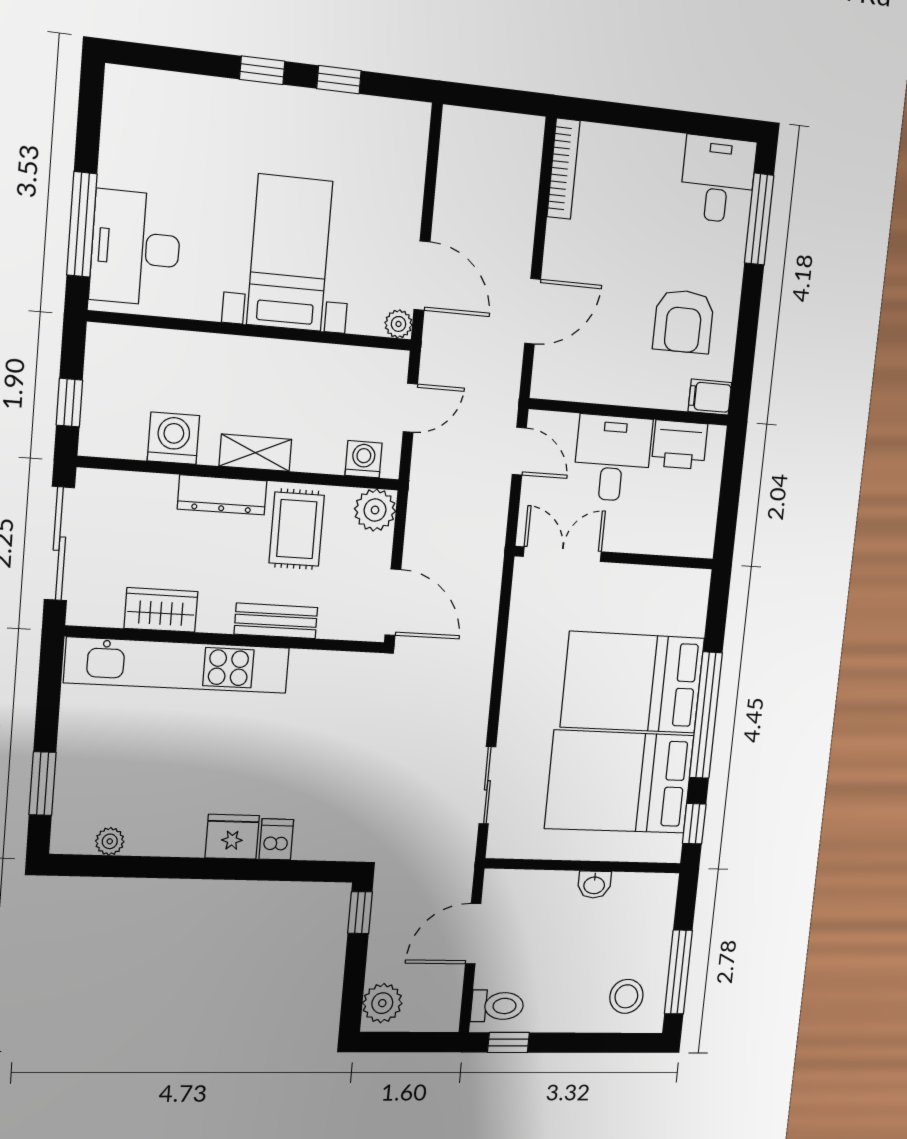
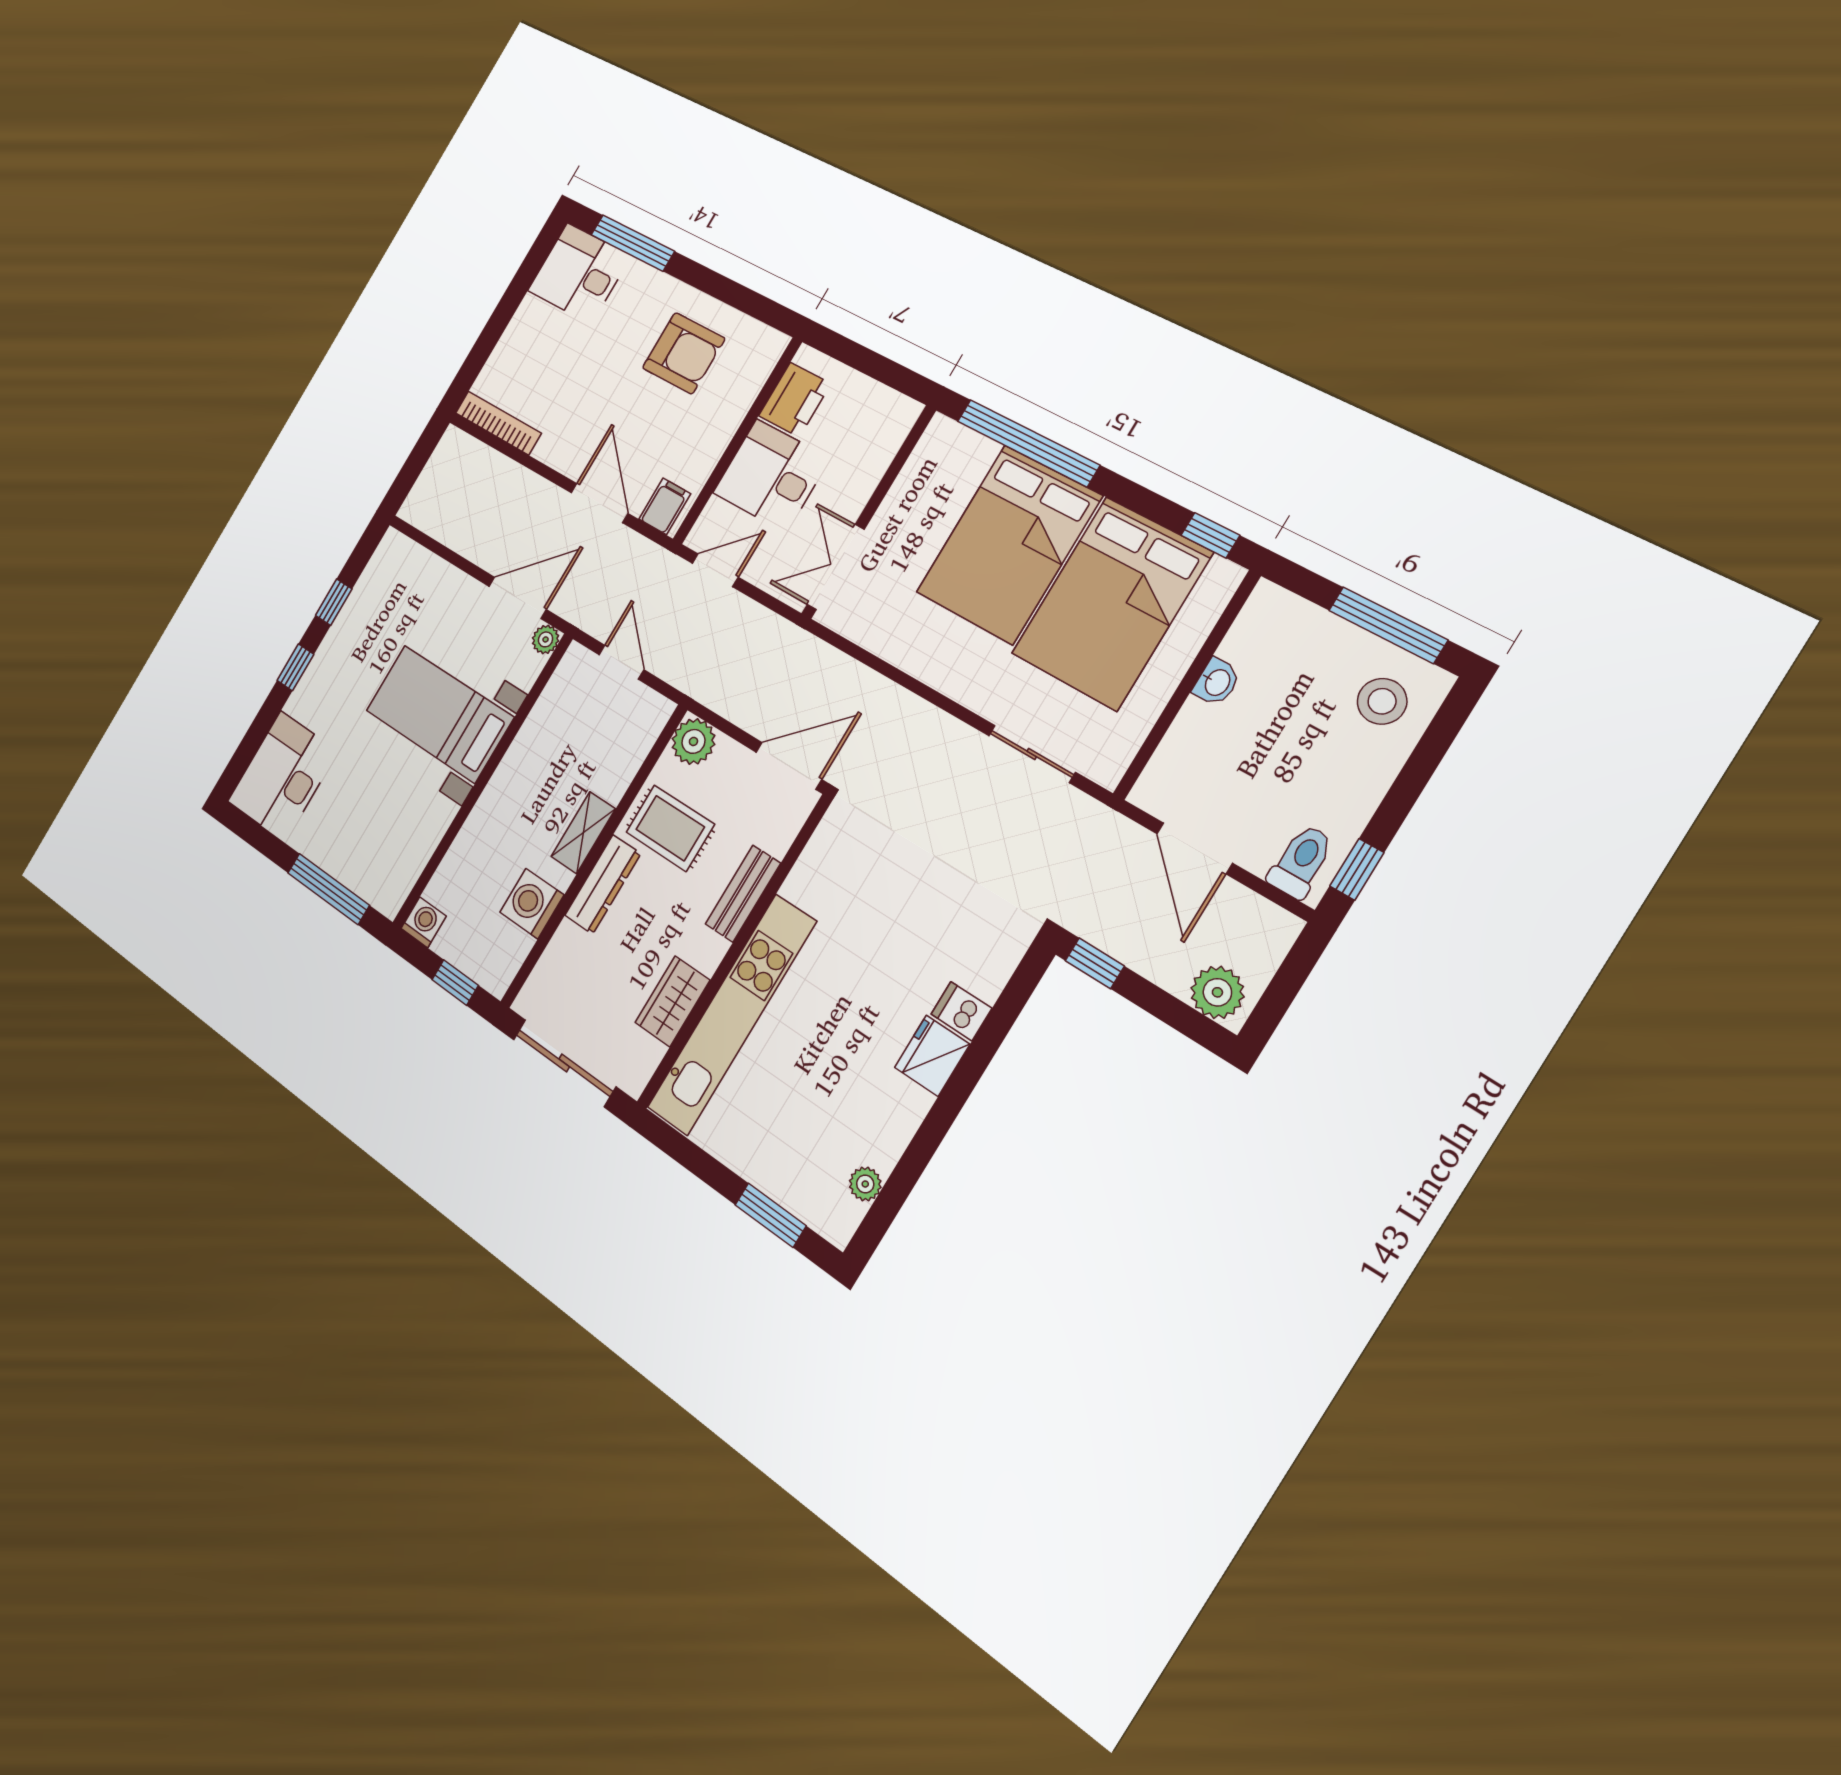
desk: (136, 248) -> (283, 776), moved, turned 90
filing cabinet: (710, 397) -> (665, 506), moved, turned 180
washing machine: (364, 459) -> (424, 922), moved, turned 90
window: (706, 715) -> (1028, 443), moved

